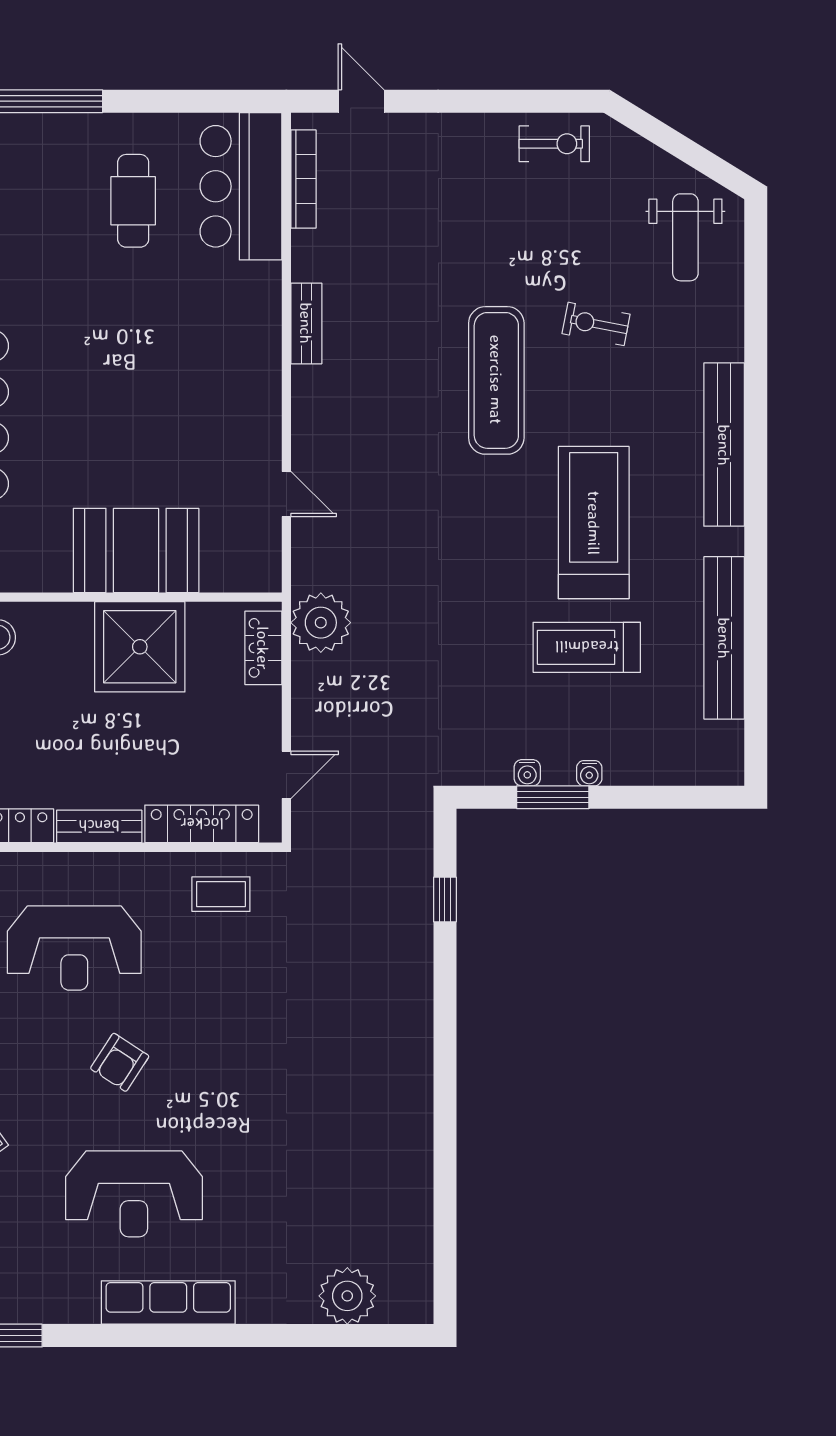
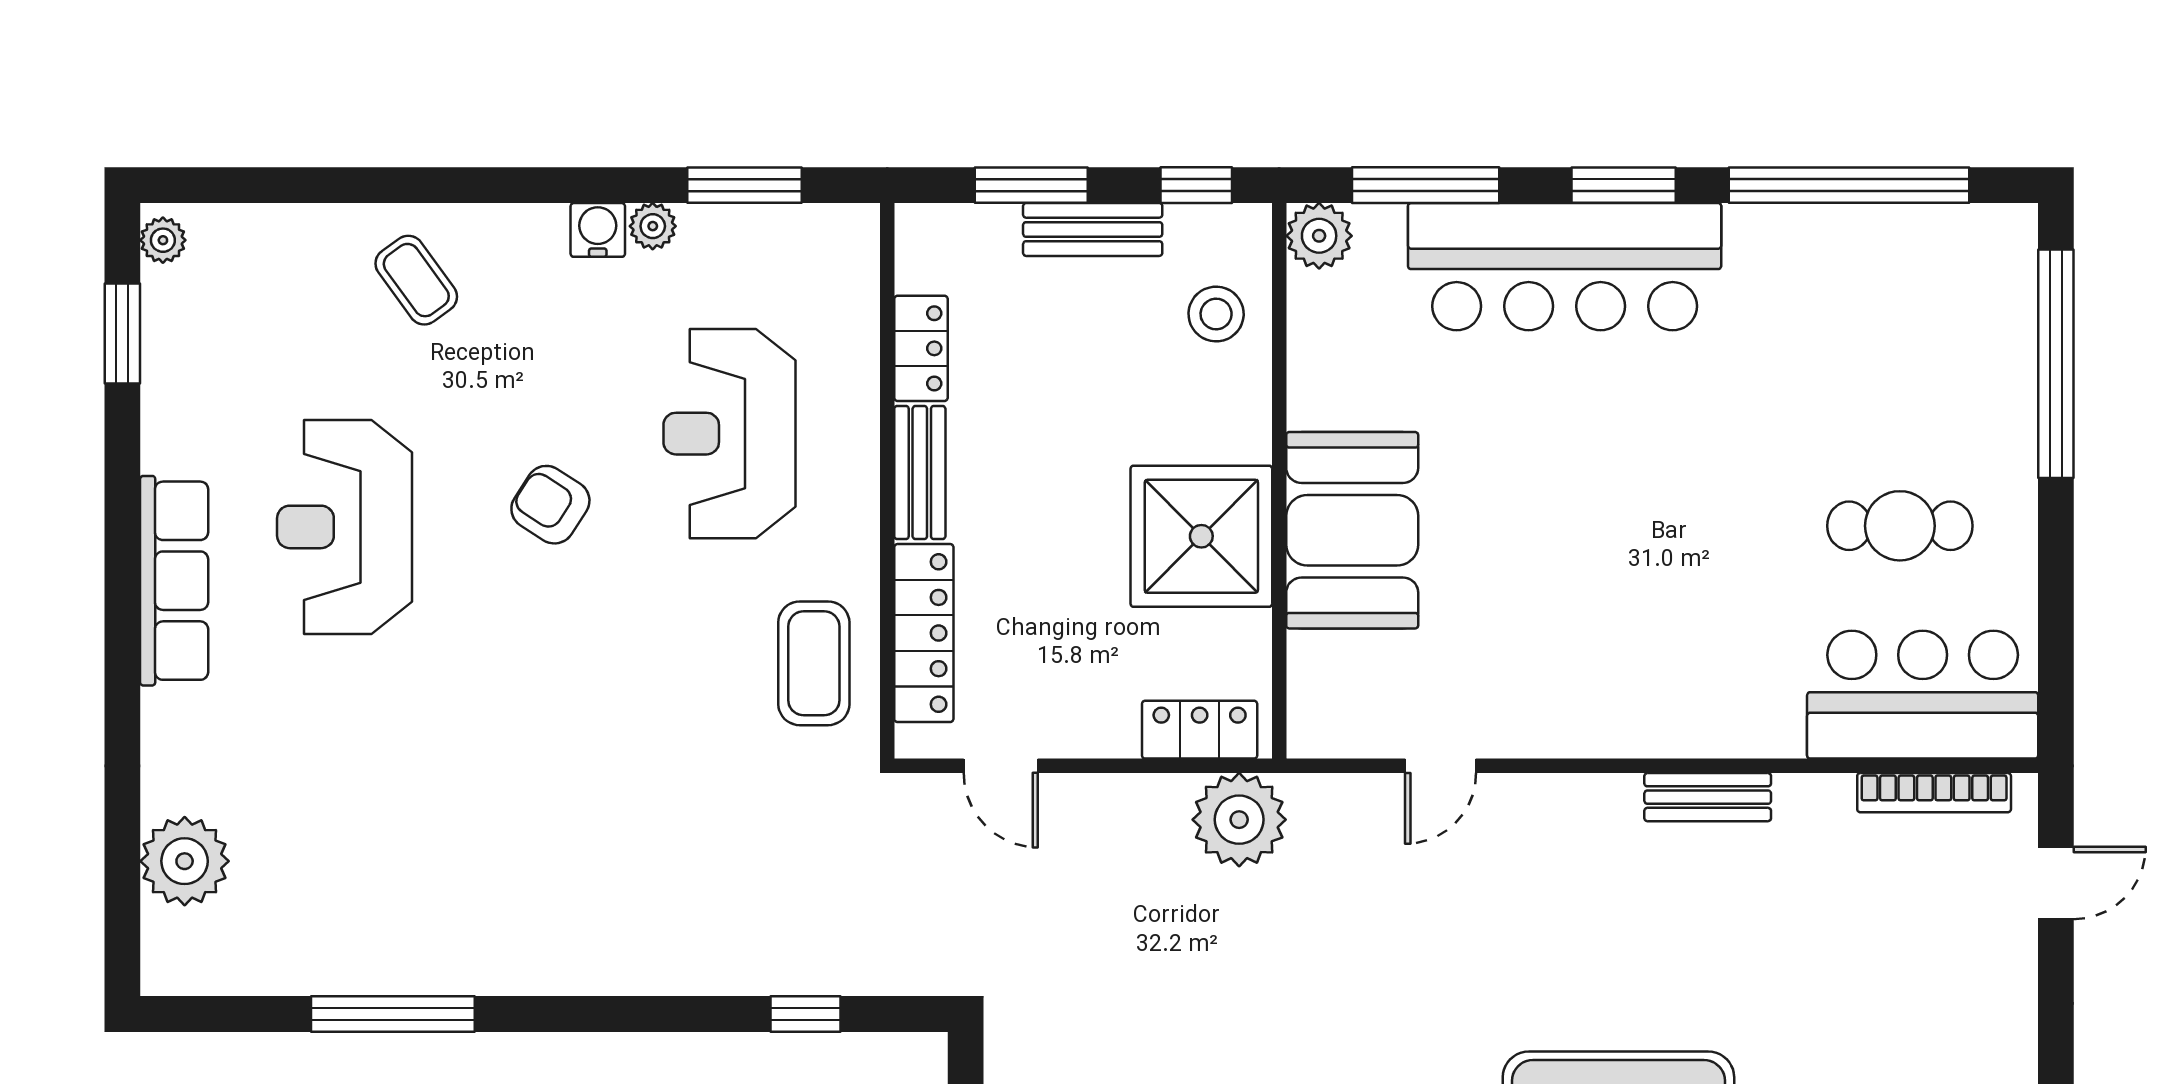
coffee table: (221, 894) -> (814, 663), width x1.36, depth x1.30
window: (445, 1163) -> (393, 1014), added

